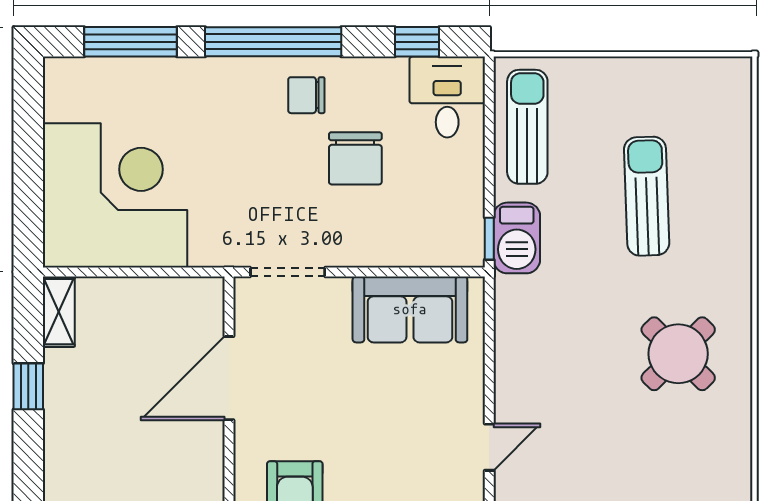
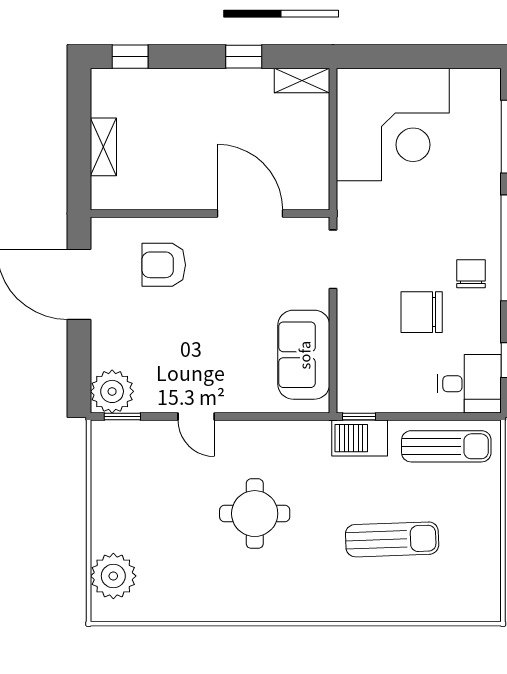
round table: (678, 354) -> (255, 514), moved, turned 45

